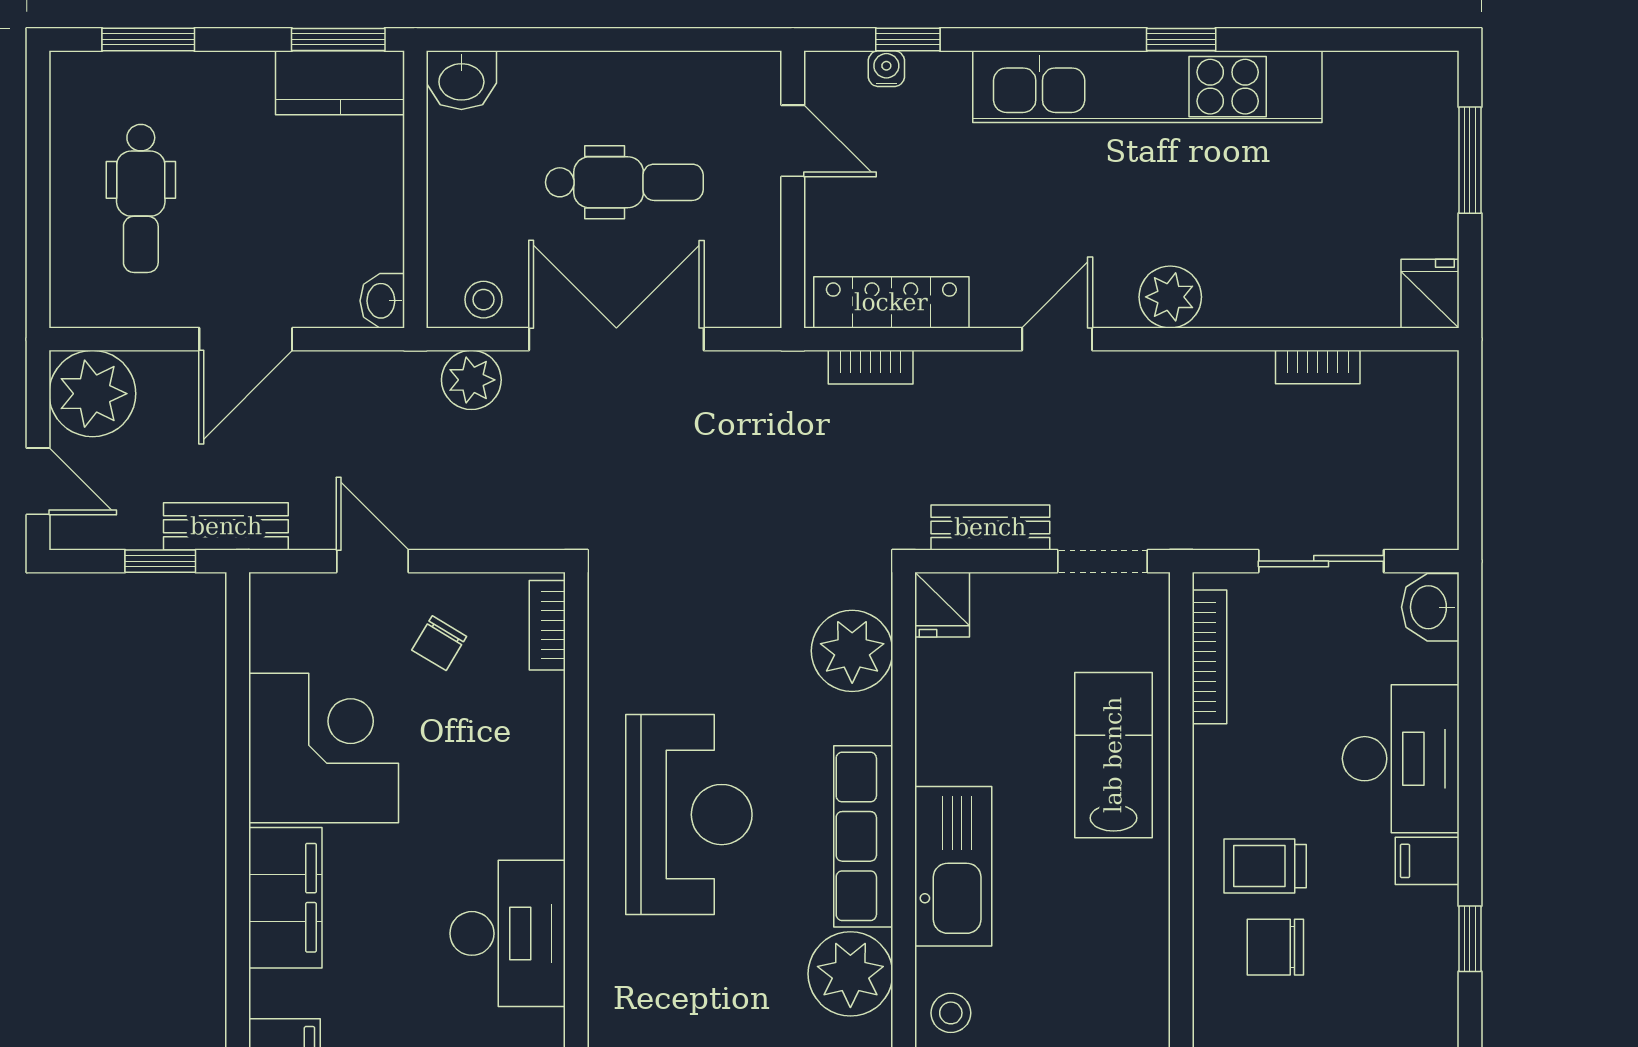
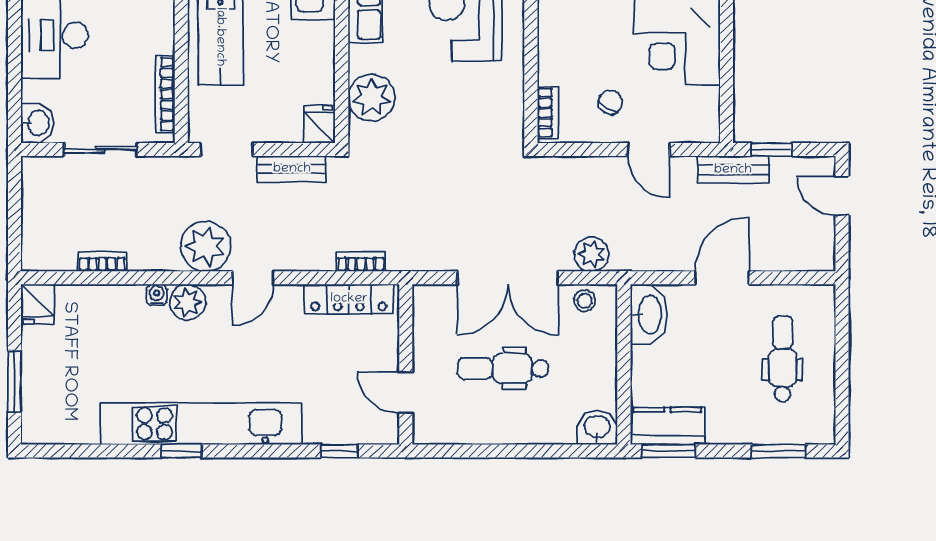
water cooler: (886, 69) -> (157, 295), moved, turned 180
washbasin: (382, 301) -> (649, 314), width x1.91, depth x1.45
plant: (92, 394) -> (206, 246), moved

